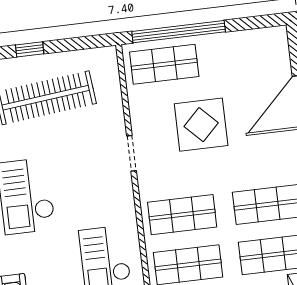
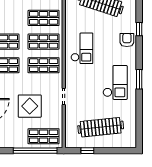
window: (30, 49) -> (87, 151), moved

